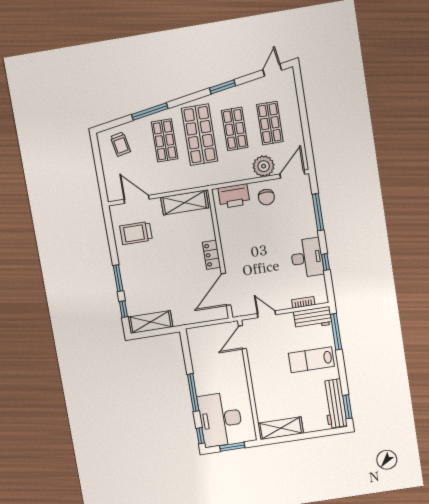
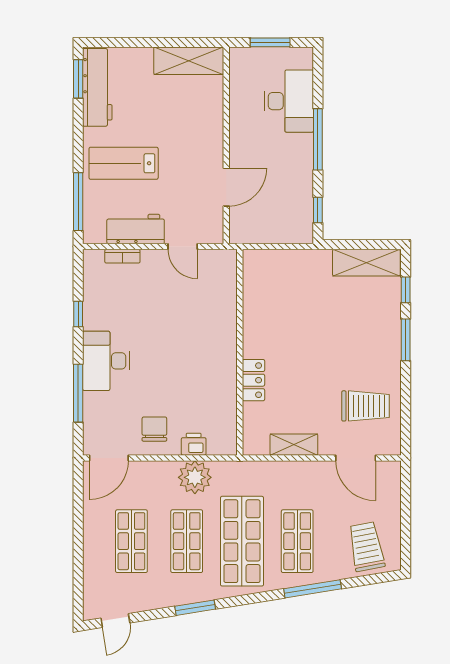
trolley: (120, 144) -> (366, 547), width x1.36, depth x1.39
plant: (264, 166) -> (195, 477), moved
printer: (234, 196) -> (194, 444), width x0.53, depth x0.68
shelving: (185, 203) -> (294, 445), width x0.67, depth x0.75
locker: (212, 255) -> (253, 380), moved
desk: (307, 258) -> (106, 361), moved
door: (226, 289) -> (240, 295), removed
workbench: (313, 318) -> (136, 229), moved
door: (242, 337) -> (226, 187), moved
lab bench: (311, 360) -> (124, 163), turned 180
desk: (220, 419) -> (289, 101), width x0.73, depth x0.77
window: (200, 436) -> (318, 210), moved

